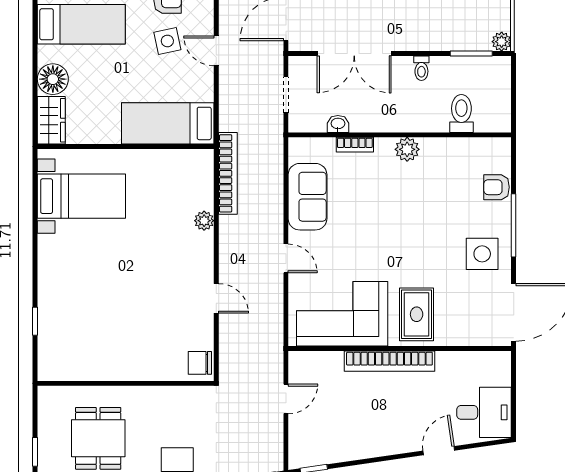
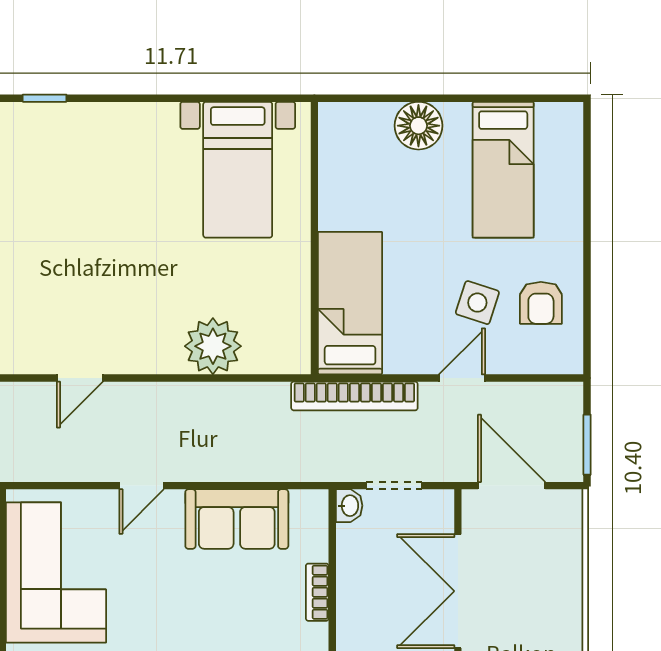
side table: (167, 41) -> (477, 303), turned 30
wardrobe: (51, 120) -> (355, 123), removed
washbasin: (338, 124) -> (349, 506), moved
bookcase: (228, 173) -> (354, 396), moved
plant: (204, 221) -> (213, 346), width x1.87, depth x1.87

